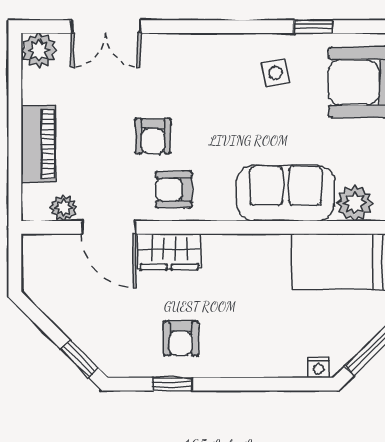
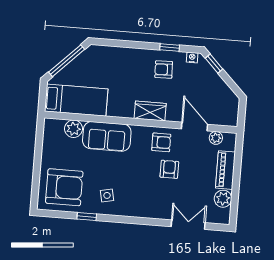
plant: (39, 50) -> (223, 199), moved
wardrobe: (169, 252) -> (150, 111), moved
armchair: (181, 338) -> (164, 69), turned -92
nightstand: (319, 367) -> (192, 58), moved

